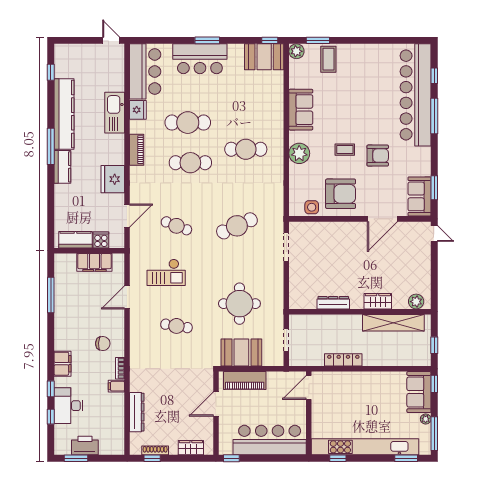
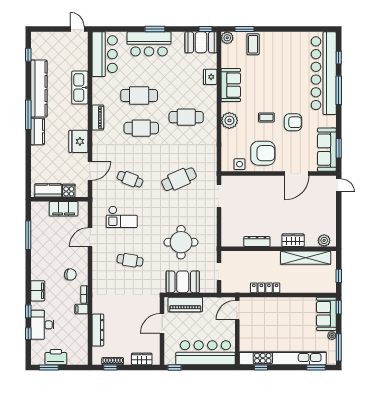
fridge: (138, 110) -> (210, 77), moved, turned 180
sofa: (419, 196) -> (327, 150), width x1.36

